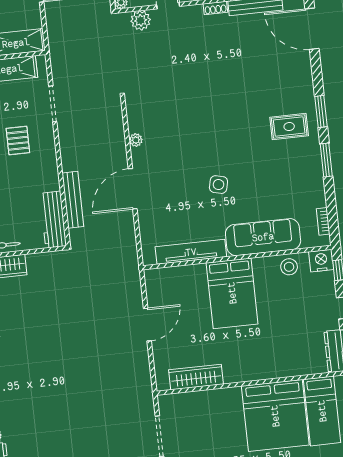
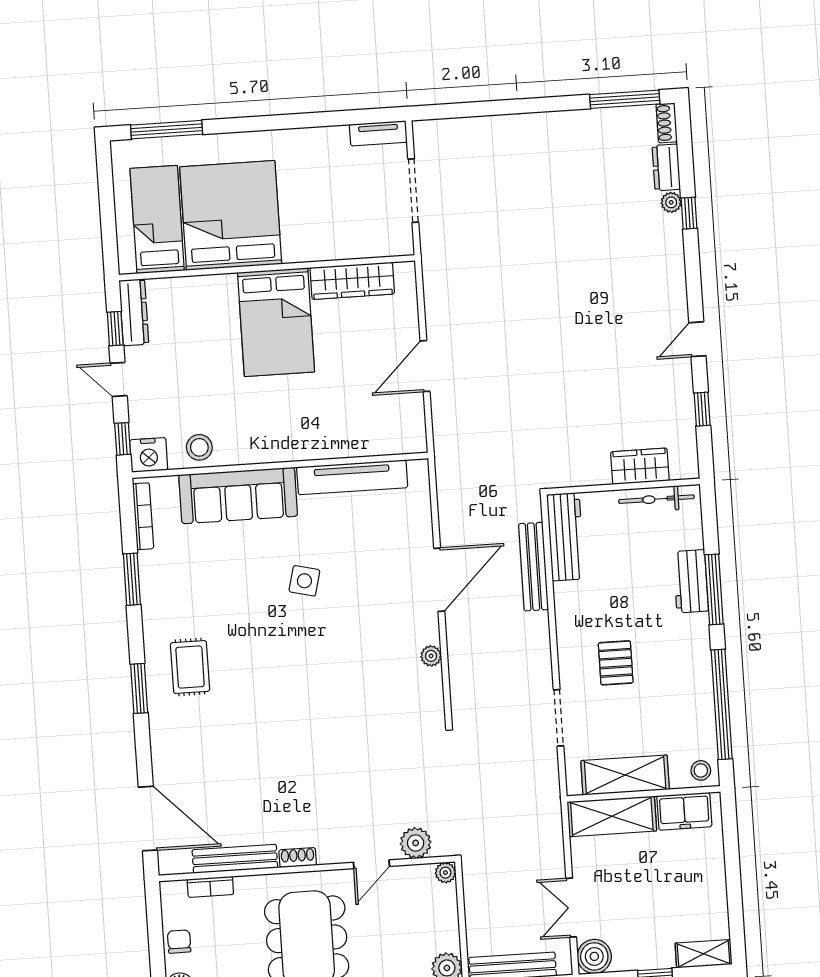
rug: (289, 127) -> (190, 667), turned 90
window: (326, 160) -> (132, 579), moved
bookcase: (323, 221) -> (143, 516), width x1.56
bed: (232, 293) -> (276, 322), moved, turned 180

